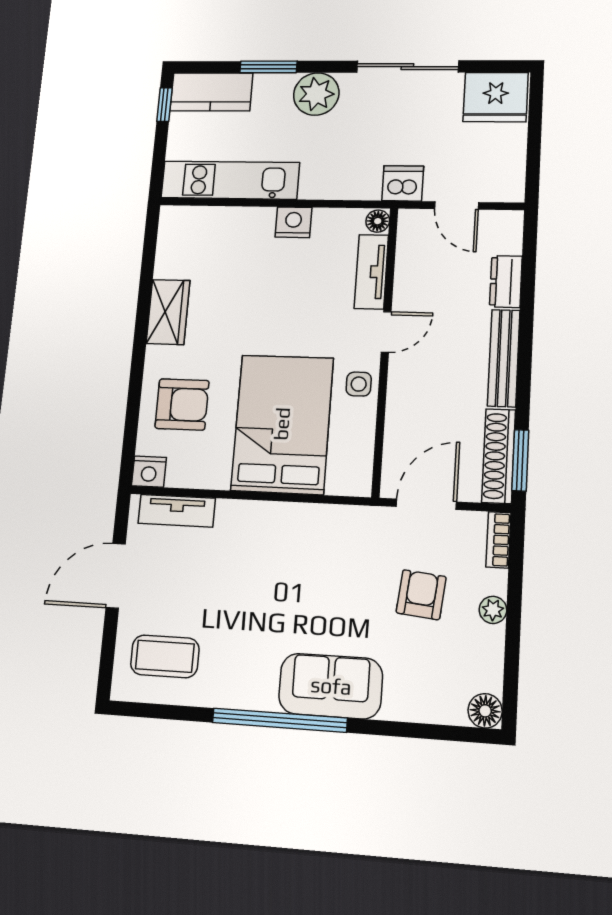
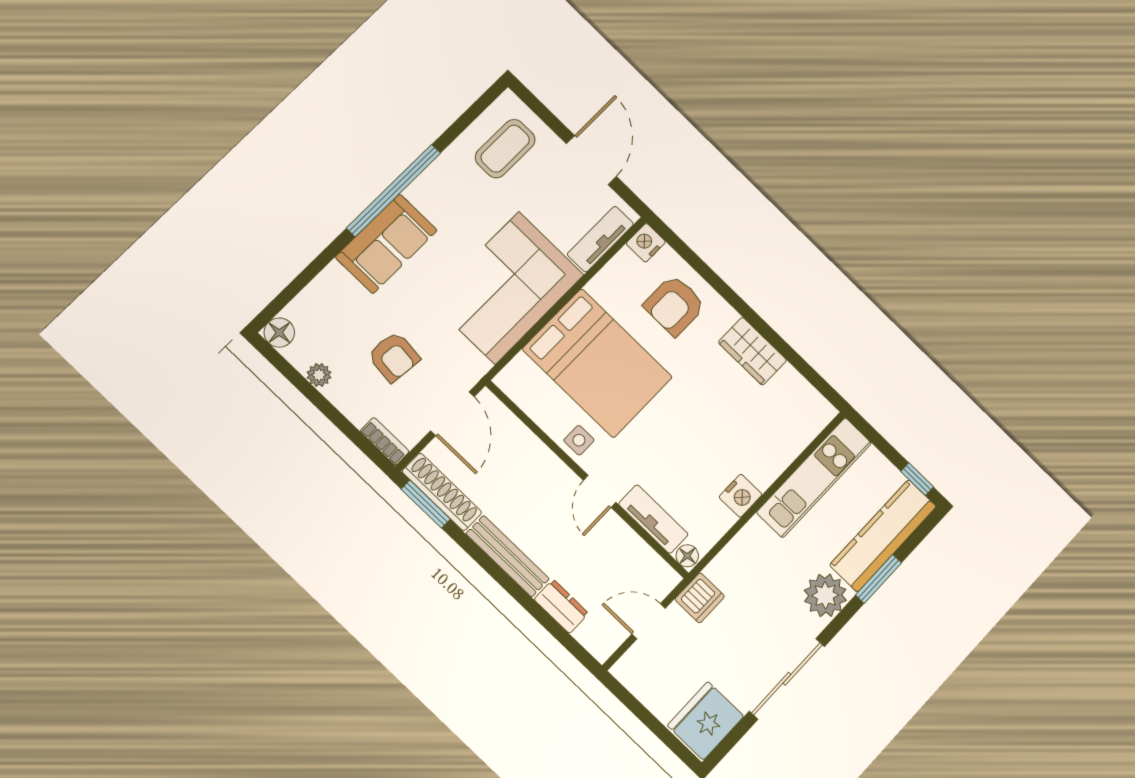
kitchen counter: (211, 92) -> (883, 536), width x1.50
corner sofa: (282, 551) -> (507, 288), added
plant: (493, 610) -> (319, 375), moved

